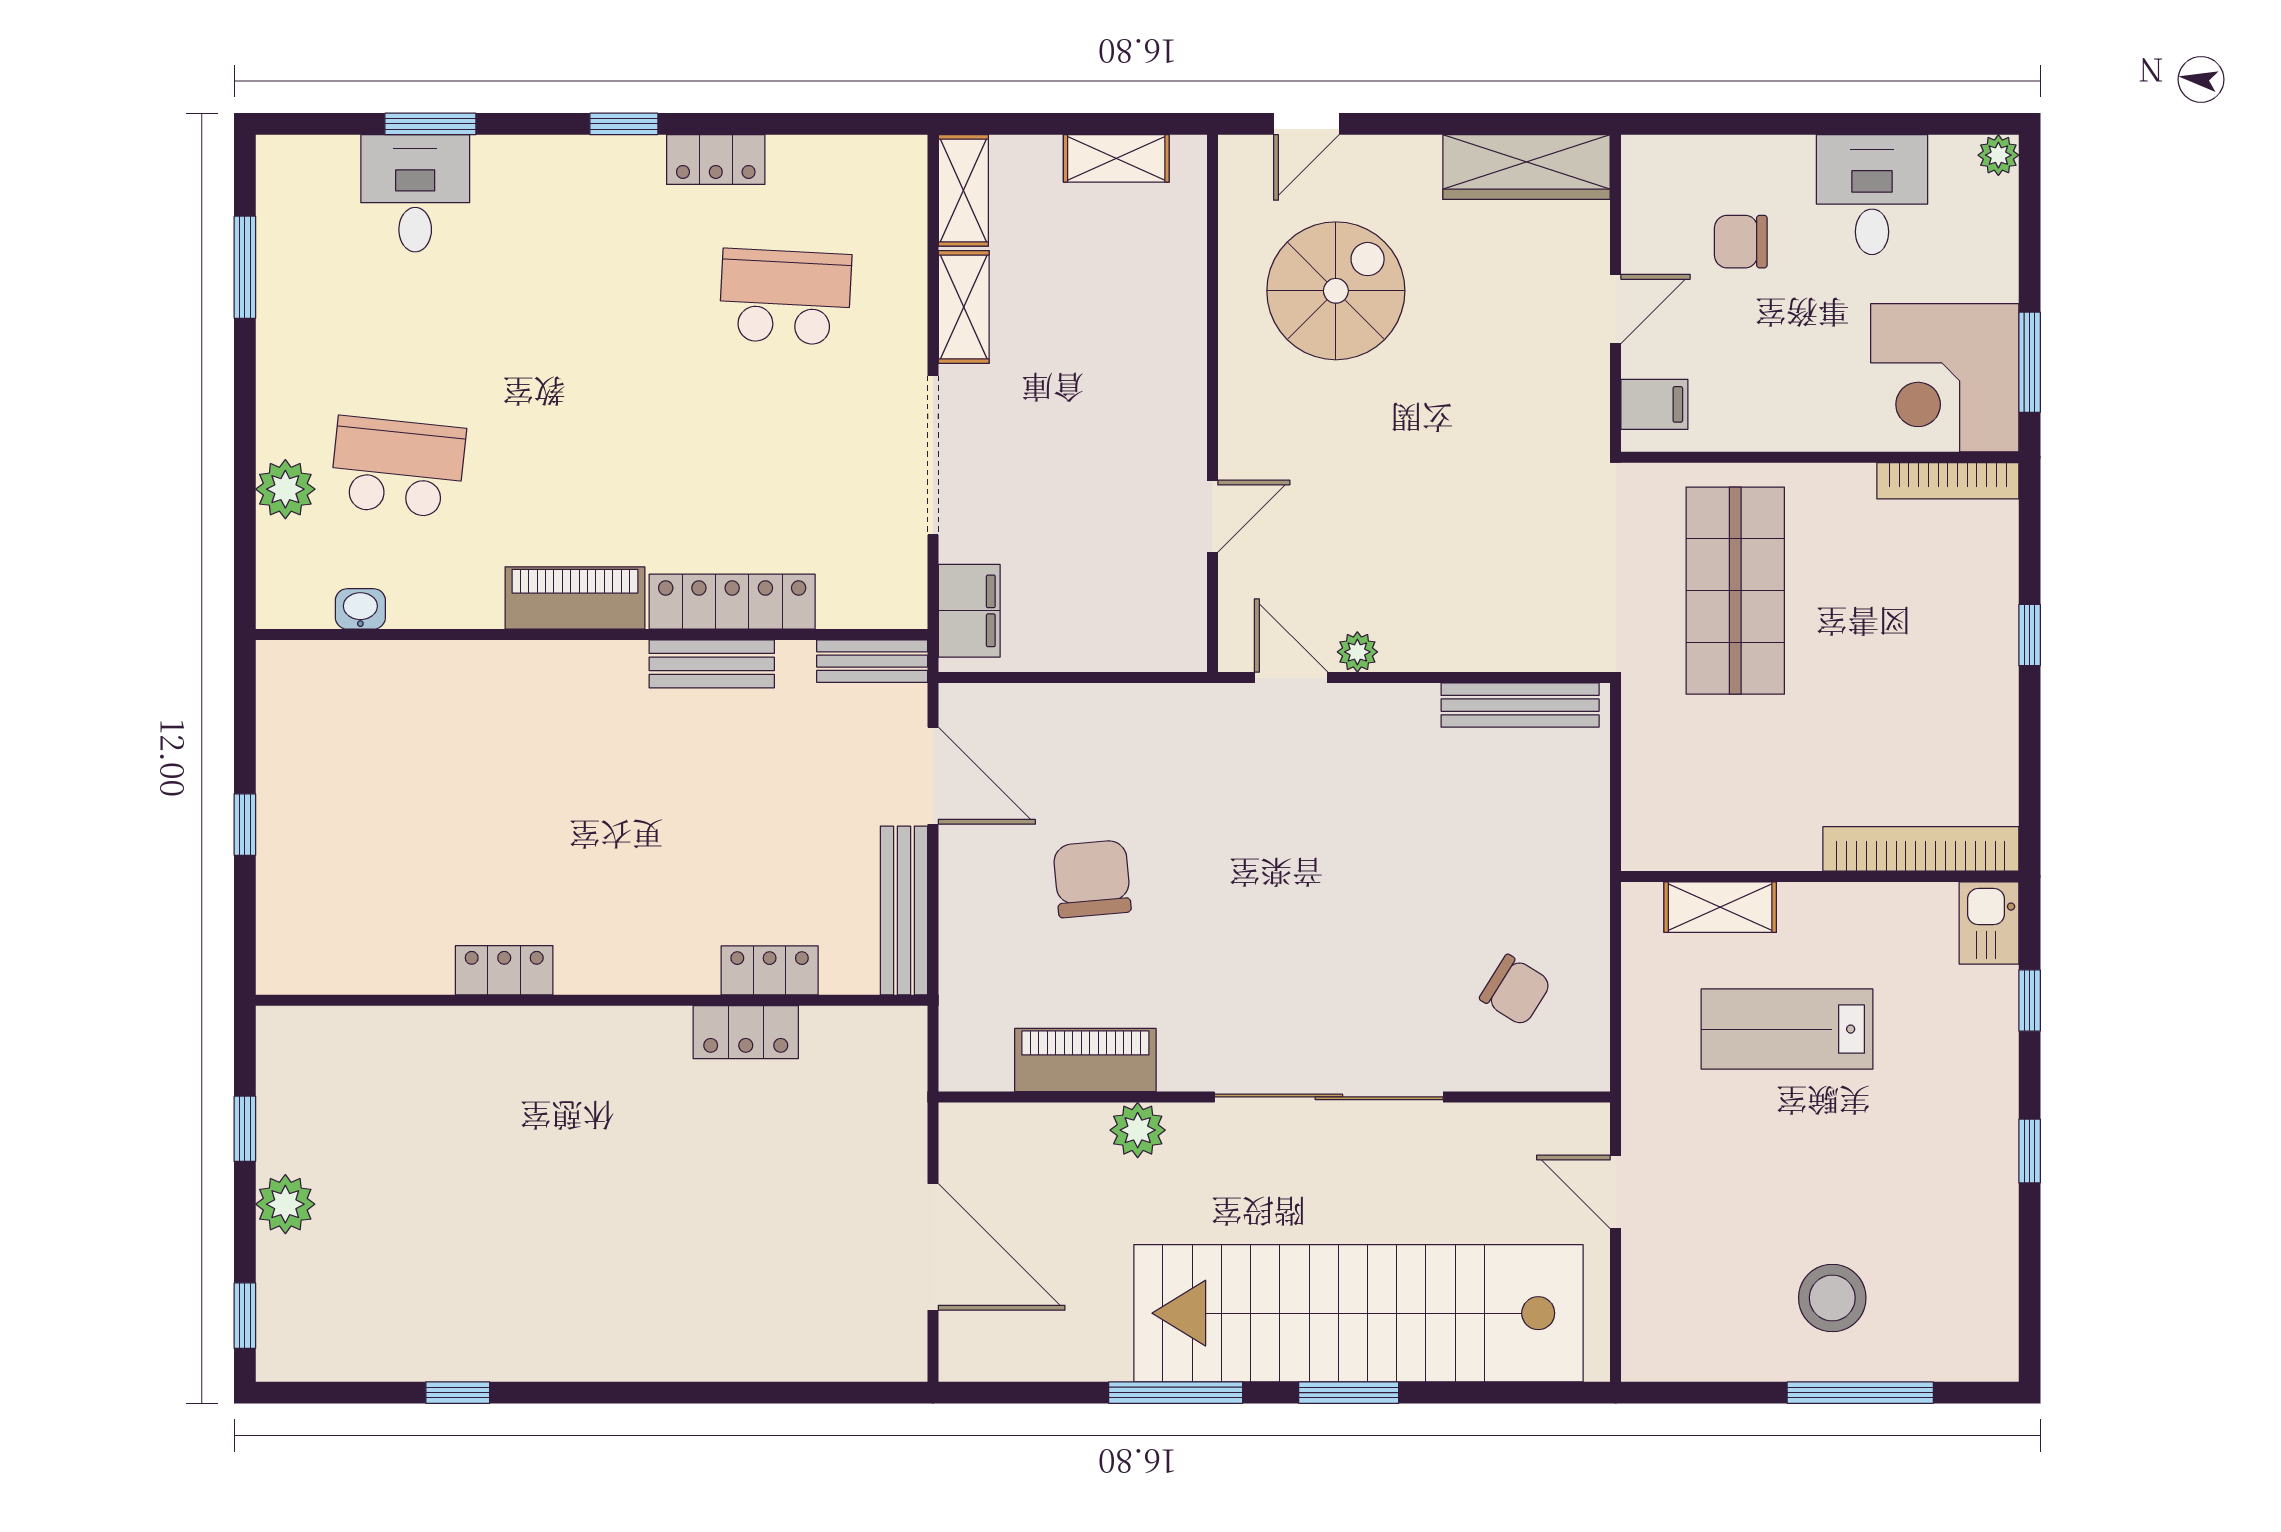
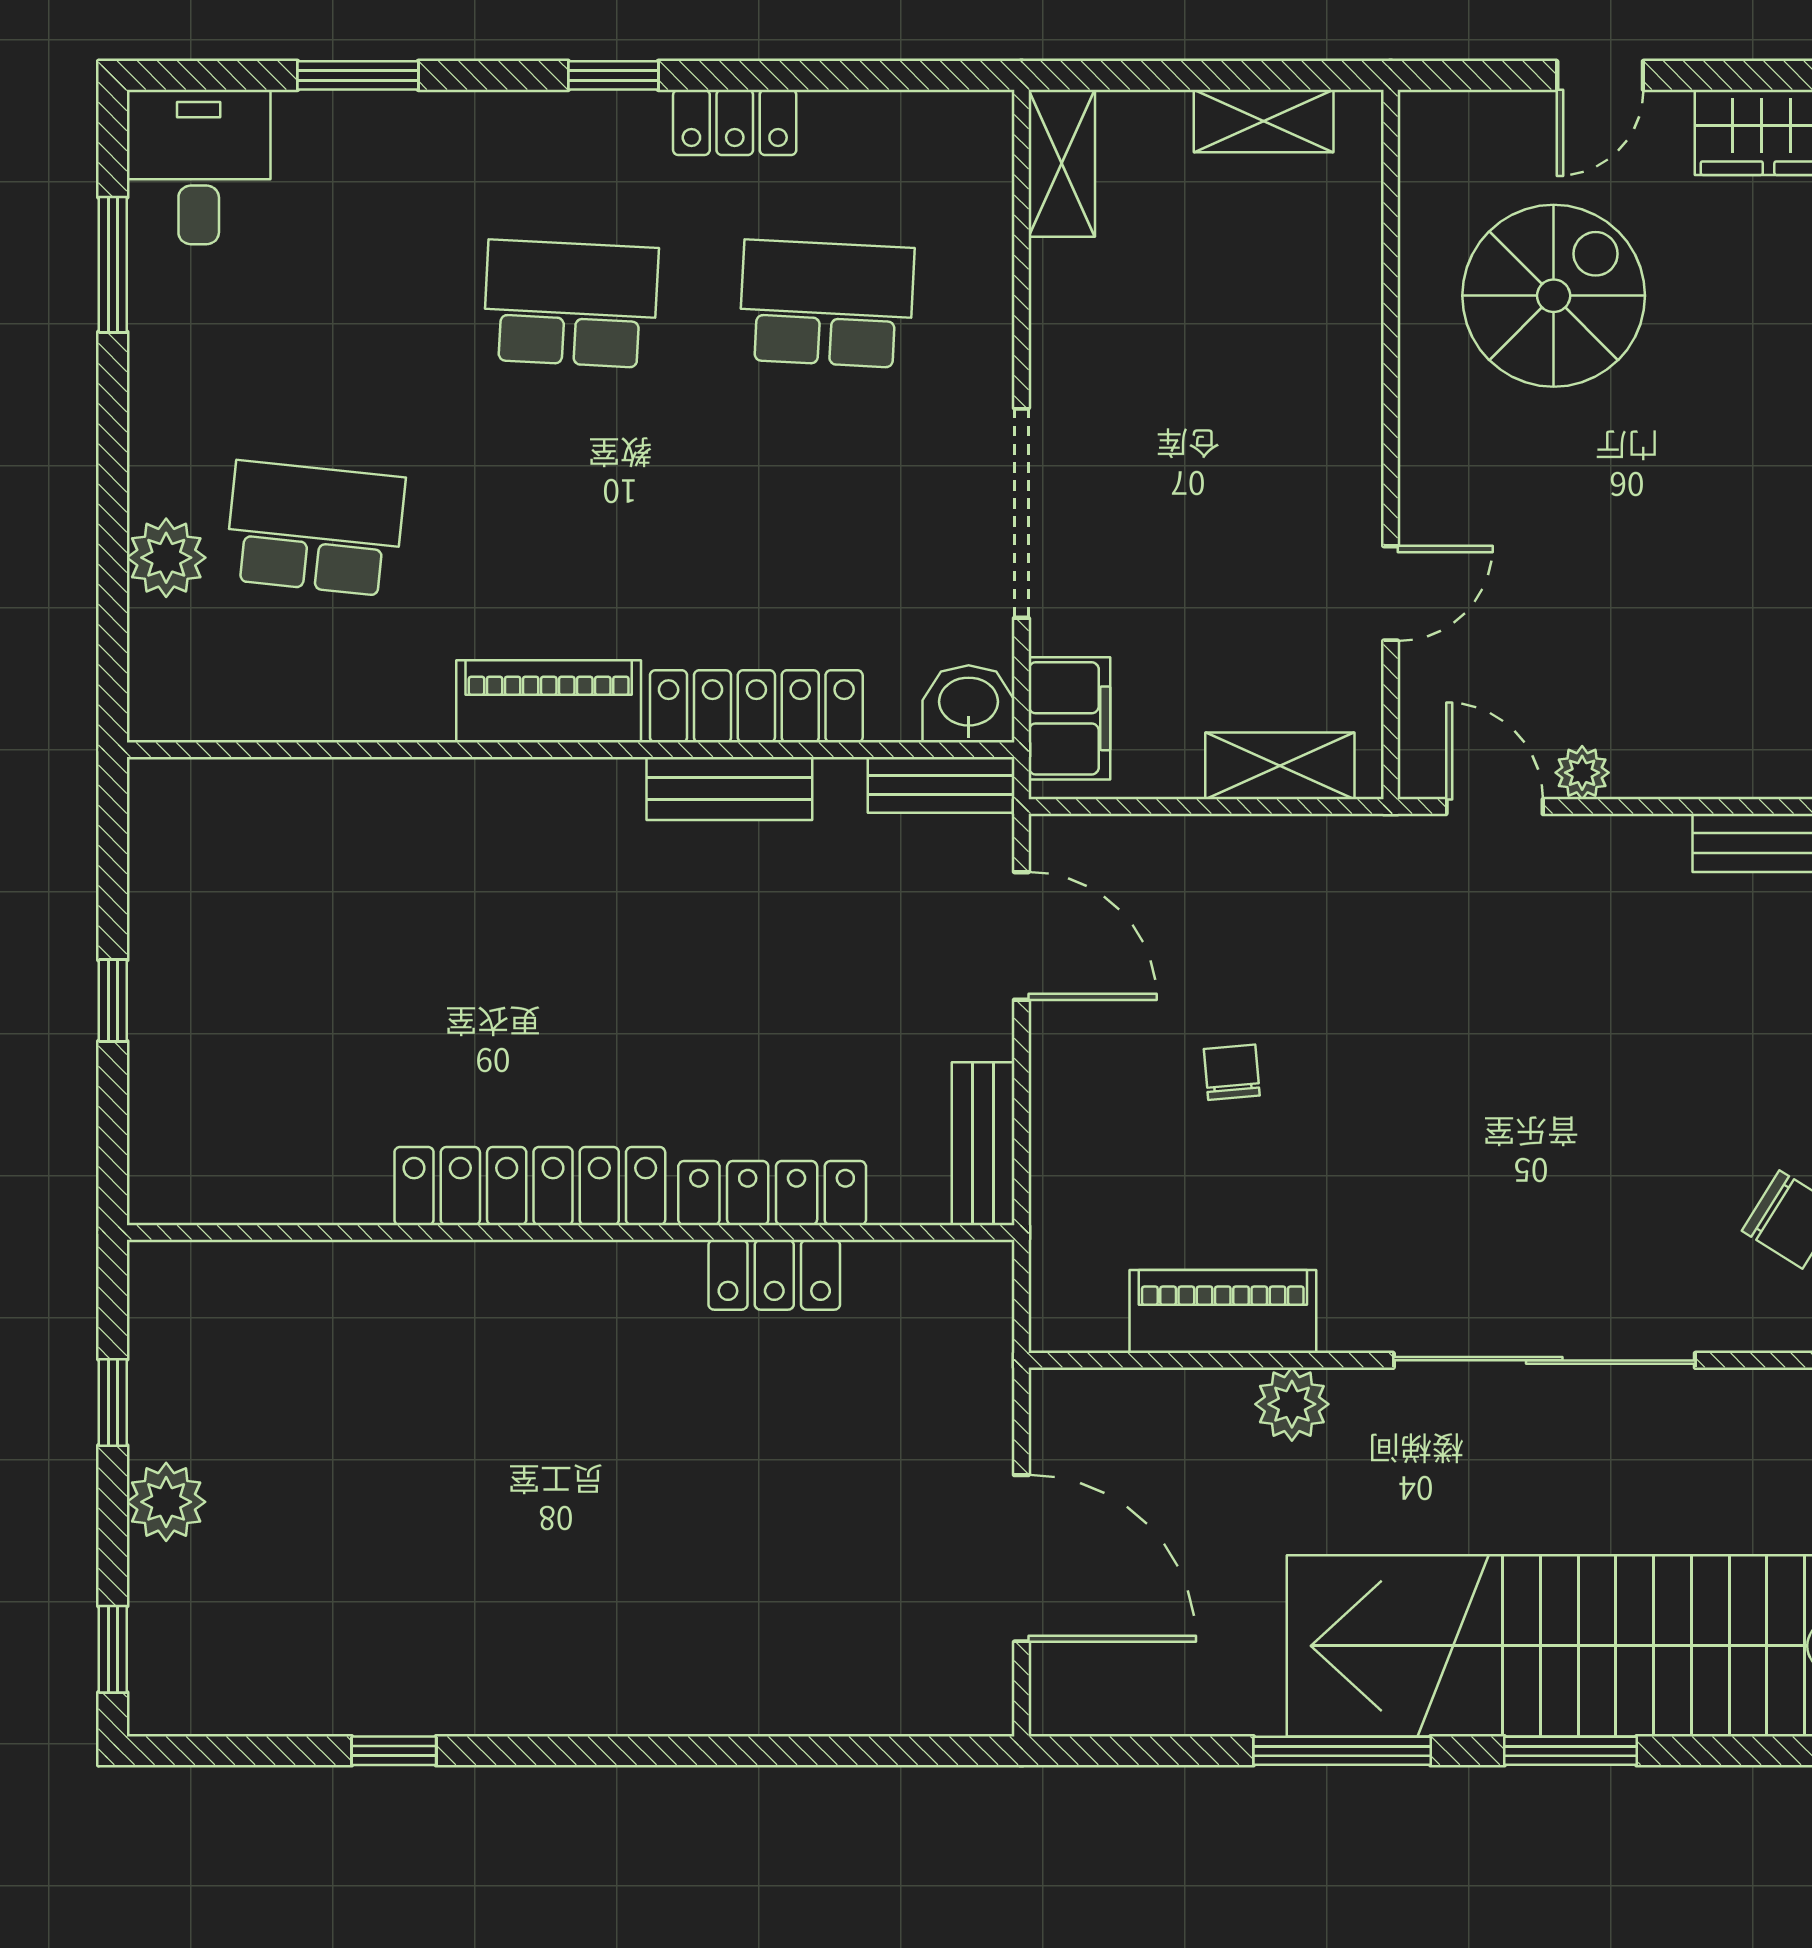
door: (1306, 124) -> (1600, 75), moved
desk: (415, 193) -> (199, 167), moved
school desk: (592, 297) -> (571, 304), added
shelving: (964, 307) -> (1280, 766), moved, turned 90
washbasin: (360, 609) -> (969, 704), moved, width x1.38, depth x1.45
chair: (1092, 879) -> (1232, 1072), width x0.54, depth x0.54
bench: (904, 910) -> (983, 1144), width x0.73
locker: (504, 970) -> (530, 1186), width x2.16, depth x1.21
locker: (770, 970) -> (772, 1193), width x1.53

